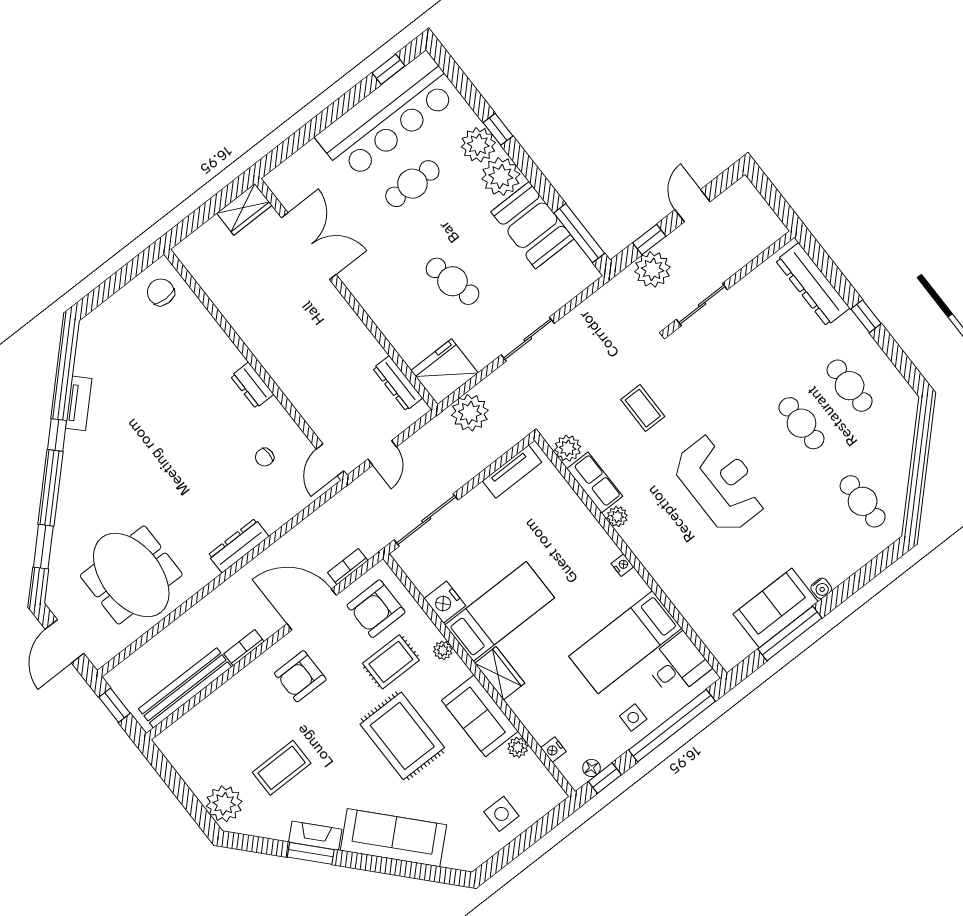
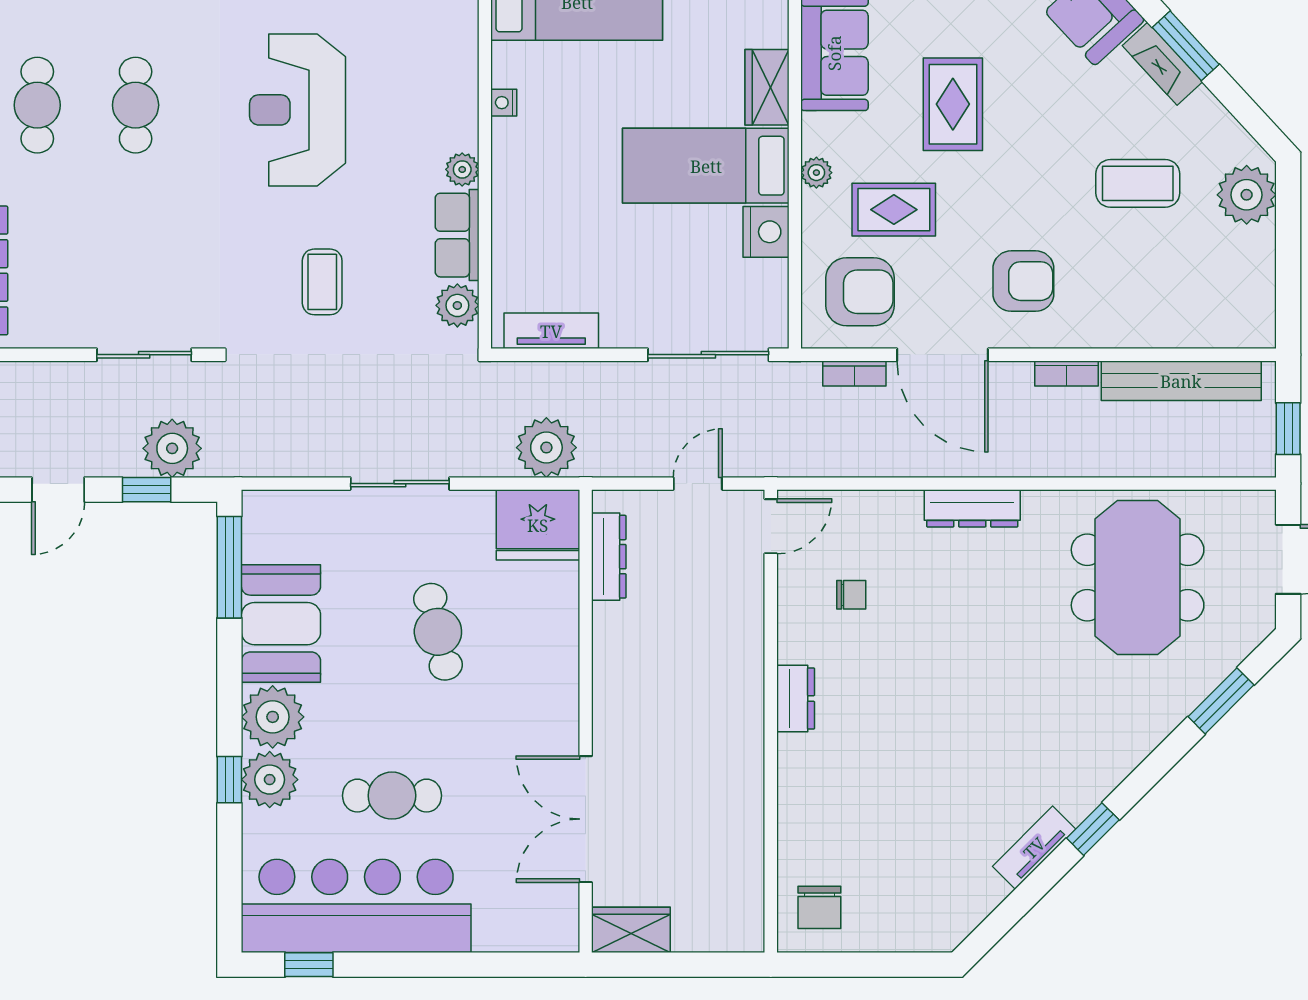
rug: (402, 736) -> (953, 104), width x0.73, depth x0.70

